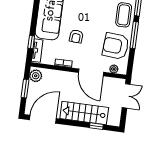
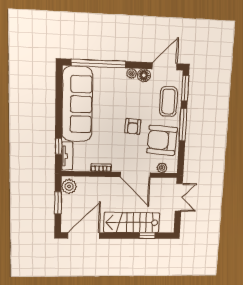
armchair: (76, 36) -> (133, 126), moved

